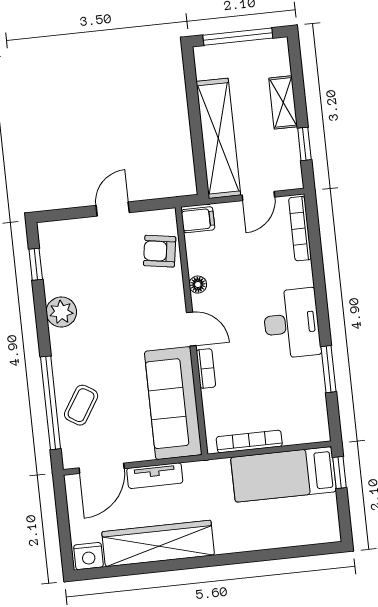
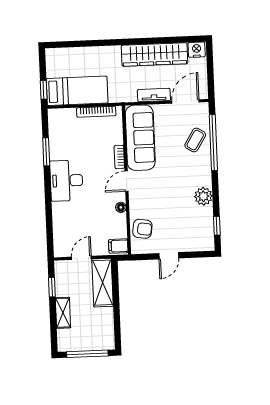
shelving: (218, 138) -> (103, 283), width x0.68
bookcase: (300, 229) -> (58, 237), removed
door: (191, 329) -> (127, 181), hinge flipped

